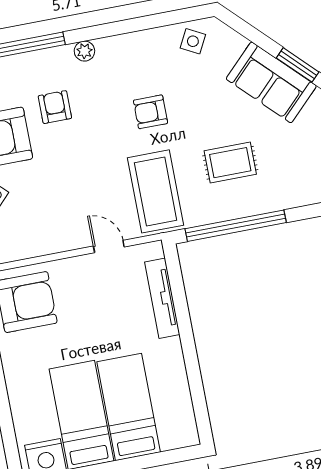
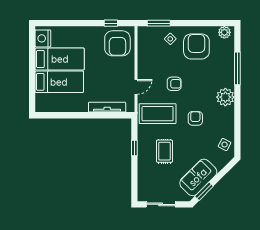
plant: (84, 51) -> (225, 97), width x1.87, depth x1.87
armchair: (55, 107) -> (174, 84), moved
window: (236, 226) -> (134, 148), width x0.32

